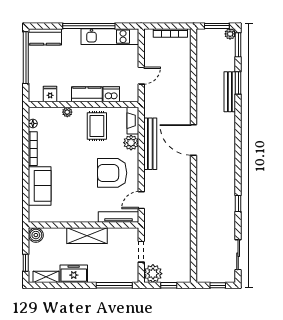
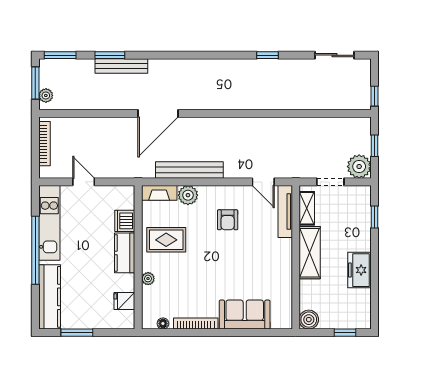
plant: (230, 34) -> (46, 95), moved
kitchen counter: (45, 37) -> (50, 297), width x1.50
window: (26, 58) -> (77, 333), width x0.47
door: (141, 76) -> (84, 182), moved
door: (194, 140) -> (158, 113), moved
armchair: (112, 173) -> (228, 220), width x0.53, depth x0.53
shelving: (46, 277) -> (307, 208), moved
window: (114, 285) -> (375, 217), width x0.46
window: (218, 285) -> (375, 96), moved

